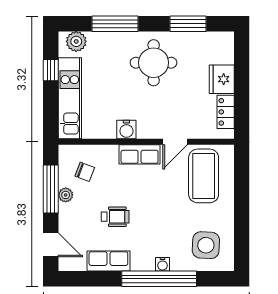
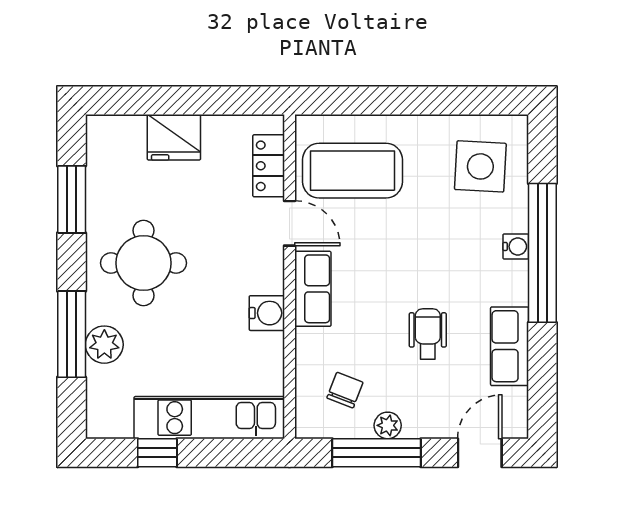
plant: (76, 41) -> (104, 345), moved
locker: (226, 112) -> (269, 166), moved, turned 90

